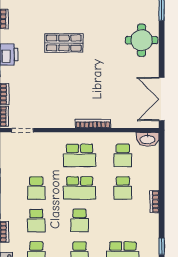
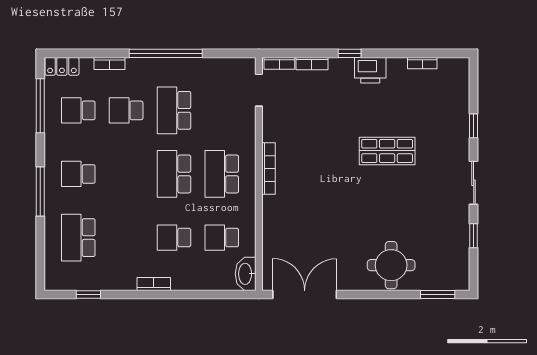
shop shelf: (64, 43) -> (387, 151), turned 90
bookcase: (93, 124) -> (268, 169), moved
school desk: (36, 188) -> (174, 110), width x1.85
school desk: (80, 221) -> (126, 174), removed

